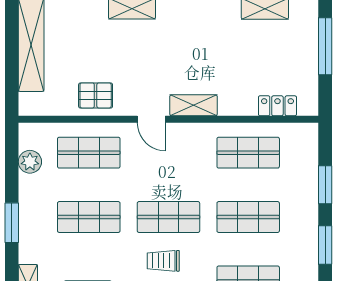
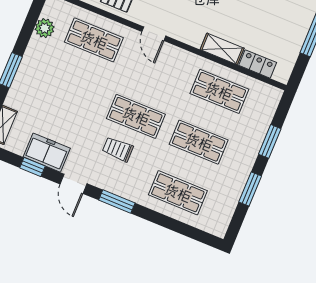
shelving: (194, 105) -> (222, 49), moved
shop shelf: (89, 217) -> (73, 91), removed

